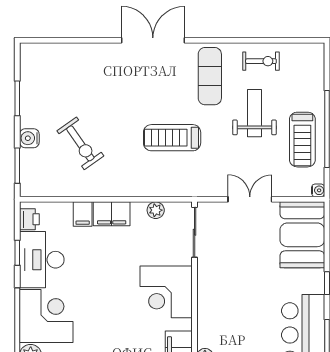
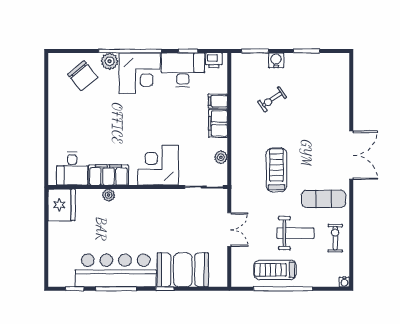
exercise bike: (261, 61) -> (335, 238), turned 180
exercise bike: (80, 143) -> (272, 99), width x0.73, depth x0.72
water cooler: (318, 190) -> (344, 282), moved
booth: (302, 235) -> (183, 270), moved

